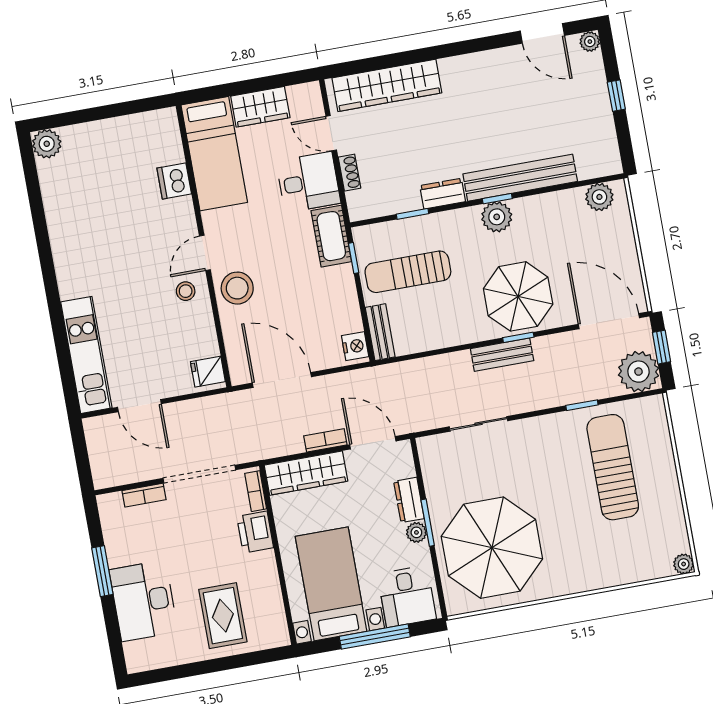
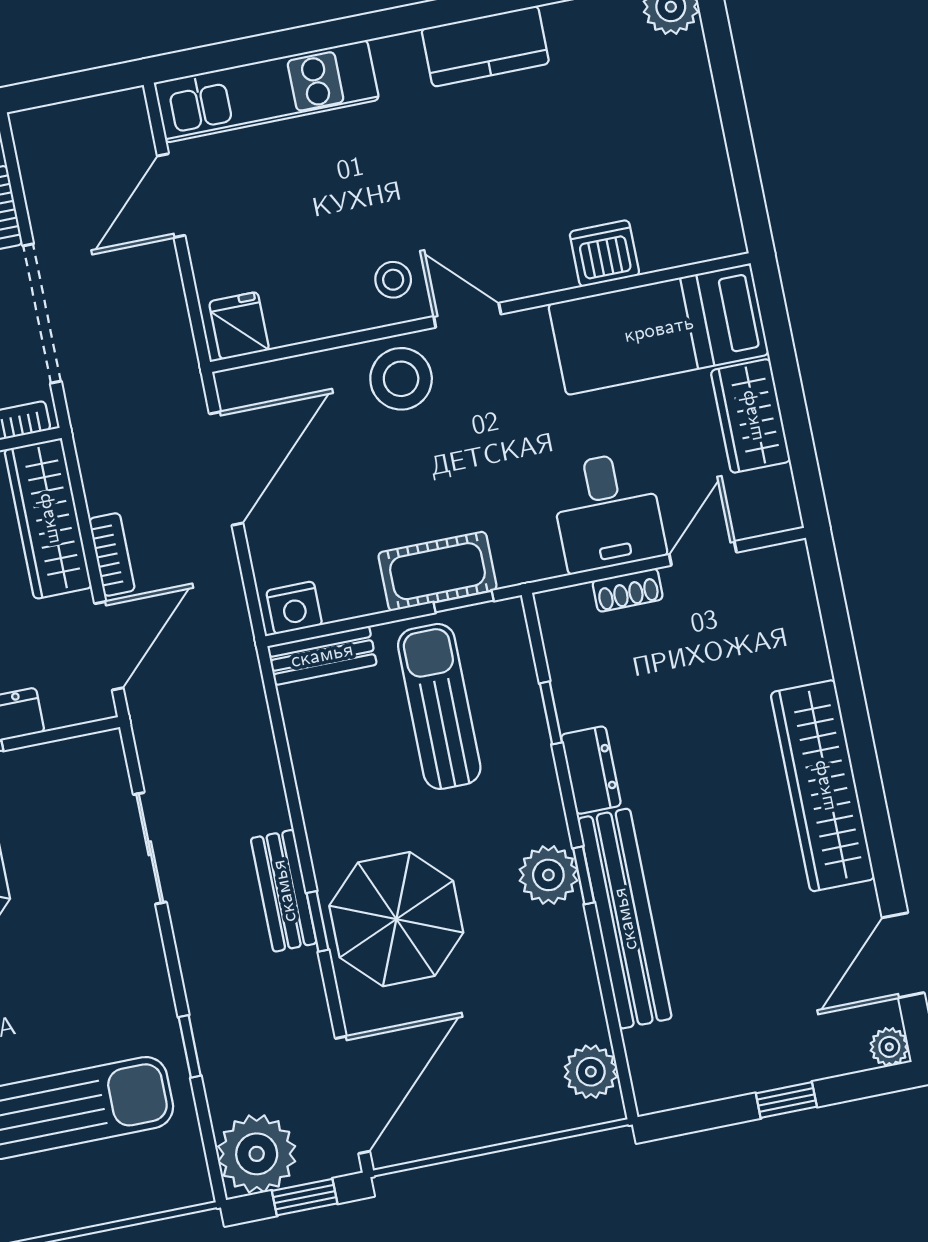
wardrobe: (387, 85) -> (823, 786), moved
cot: (331, 236) -> (437, 571), moved
kitchen counter: (65, 241) -> (485, 46), added

